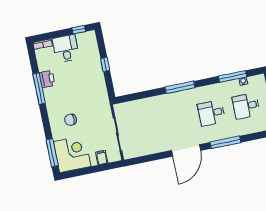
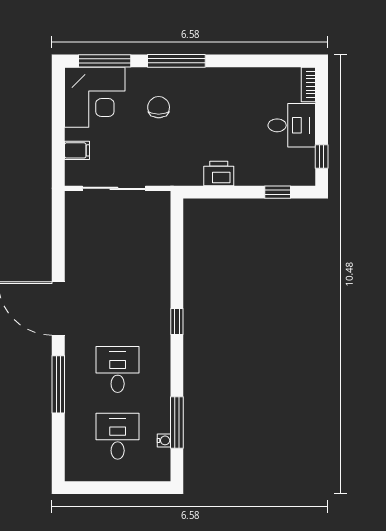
window: (105, 64) -> (278, 192), moved
printer: (47, 79) -> (219, 174), moved, turned 180
window: (180, 87) -> (177, 321), width x0.46
window: (39, 89) -> (176, 61), moved

